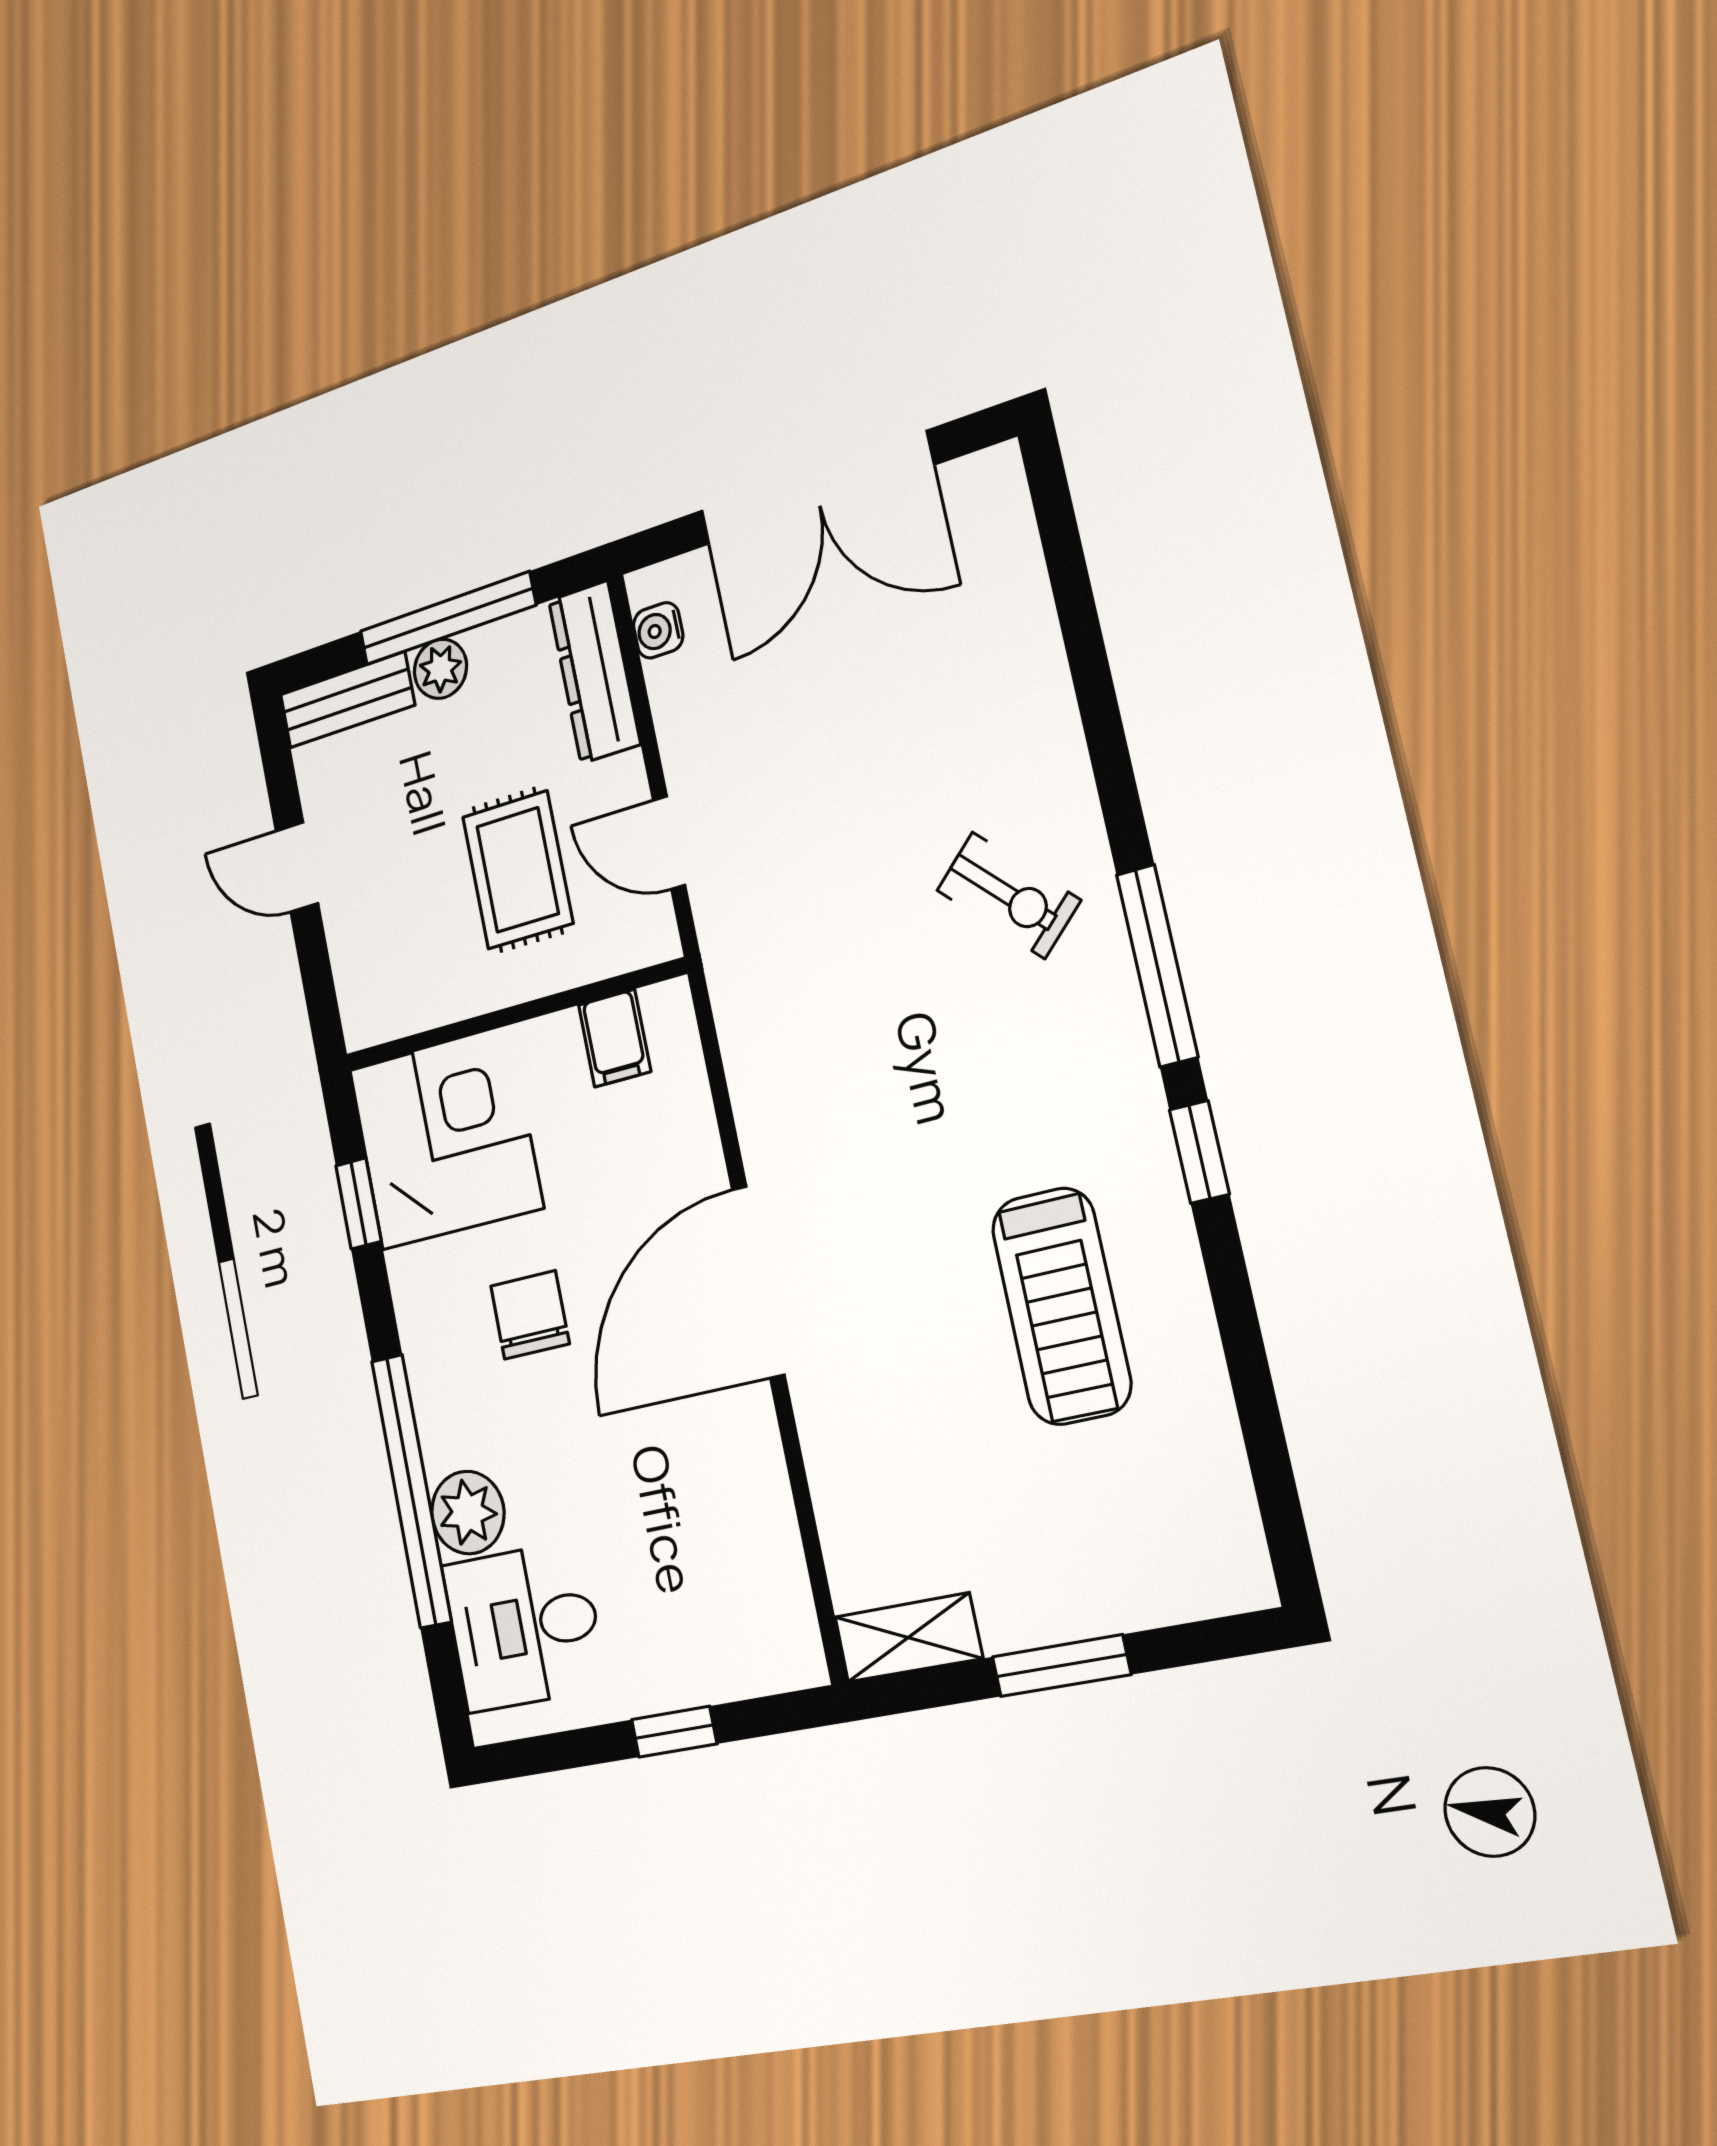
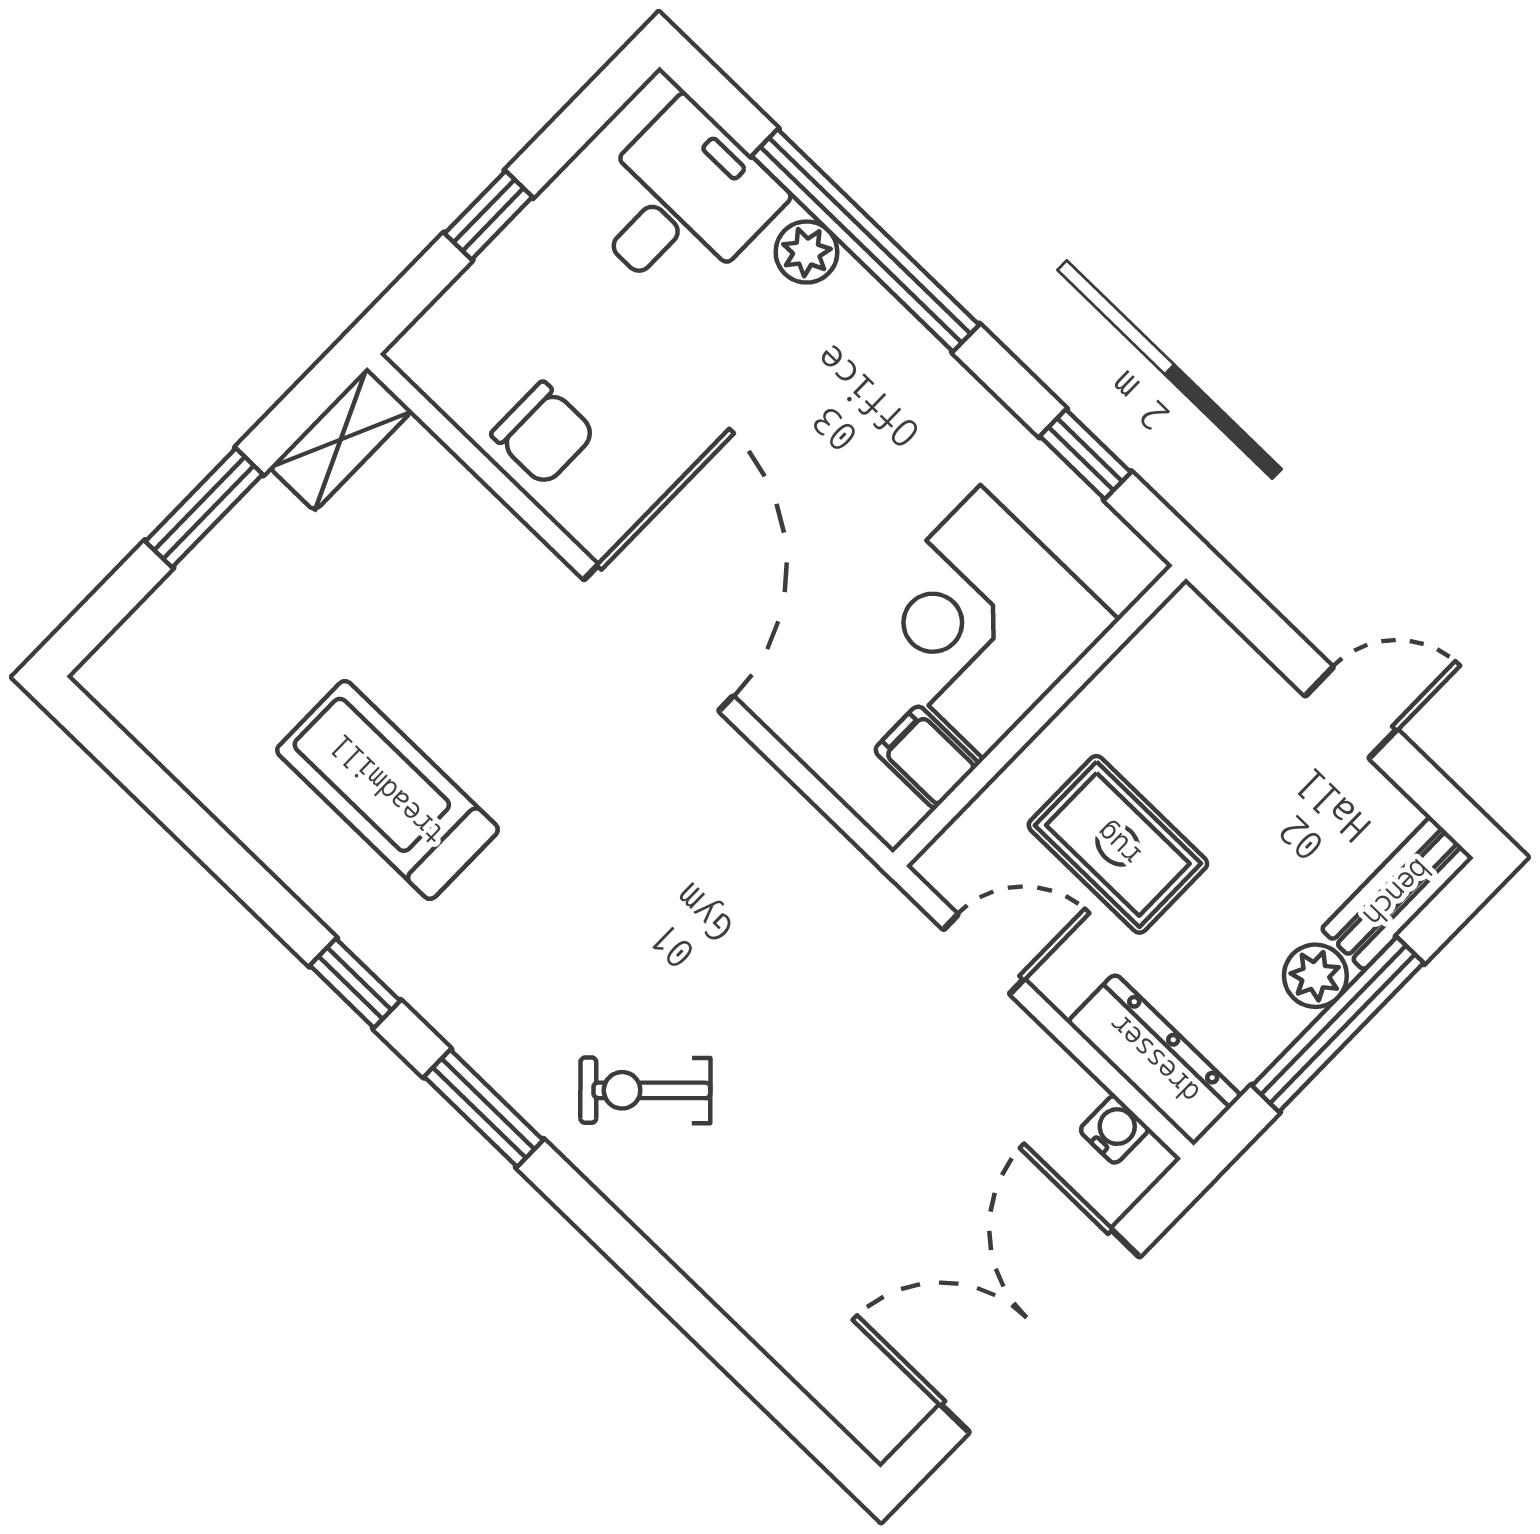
window: (1157, 966) -> (484, 1108), width x0.69
corner desk: (445, 1138) -> (982, 622), moved, turned 90
chair: (530, 1315) -> (543, 434), moved
plant: (468, 1513) -> (806, 252), width x0.73, depth x0.73

